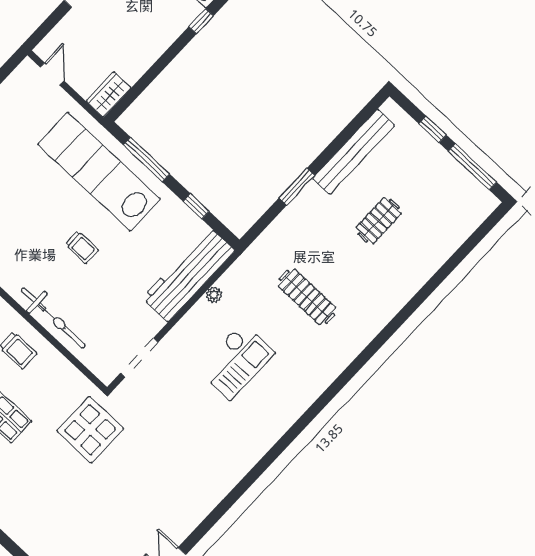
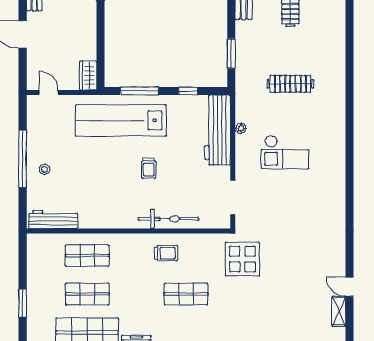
window: (297, 187) -> (231, 54), moved
trolley: (82, 247) -> (149, 168), turned 90
checkout: (236, 361) -> (285, 152), turned 90

